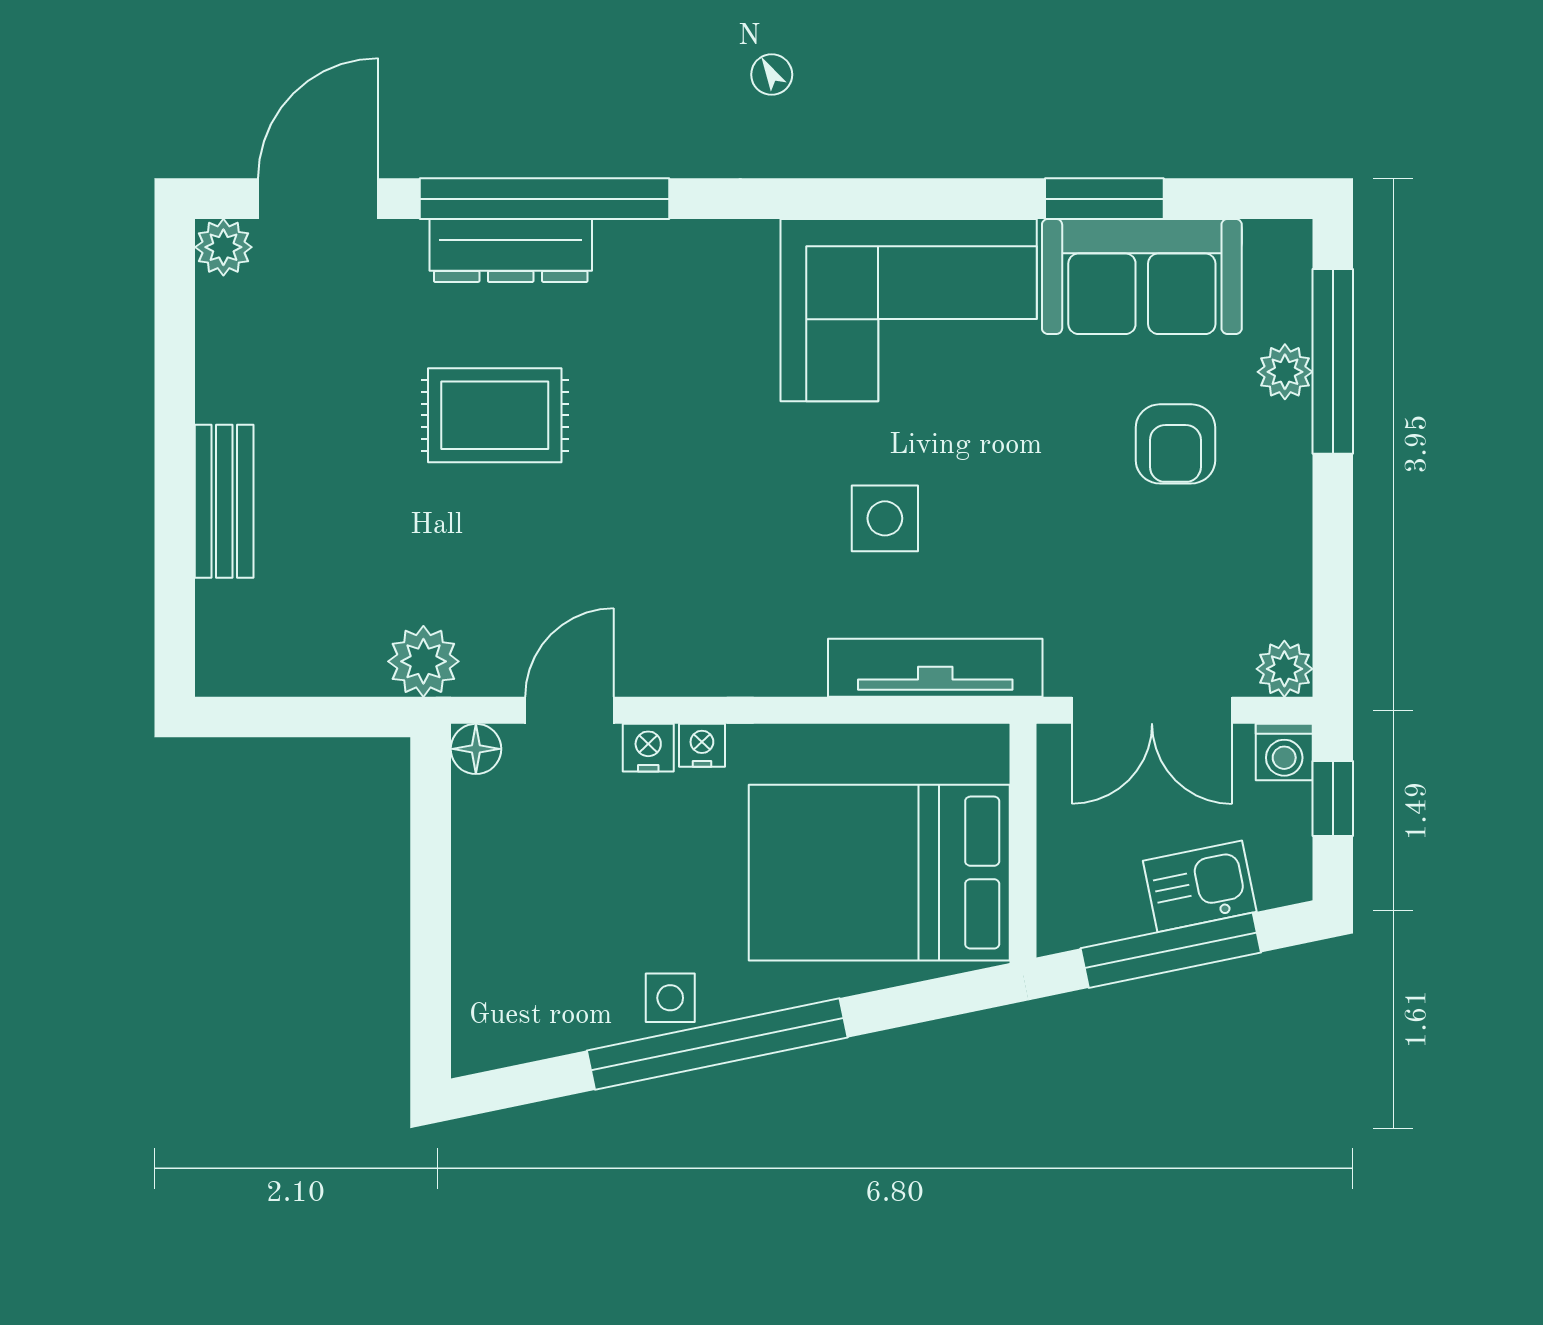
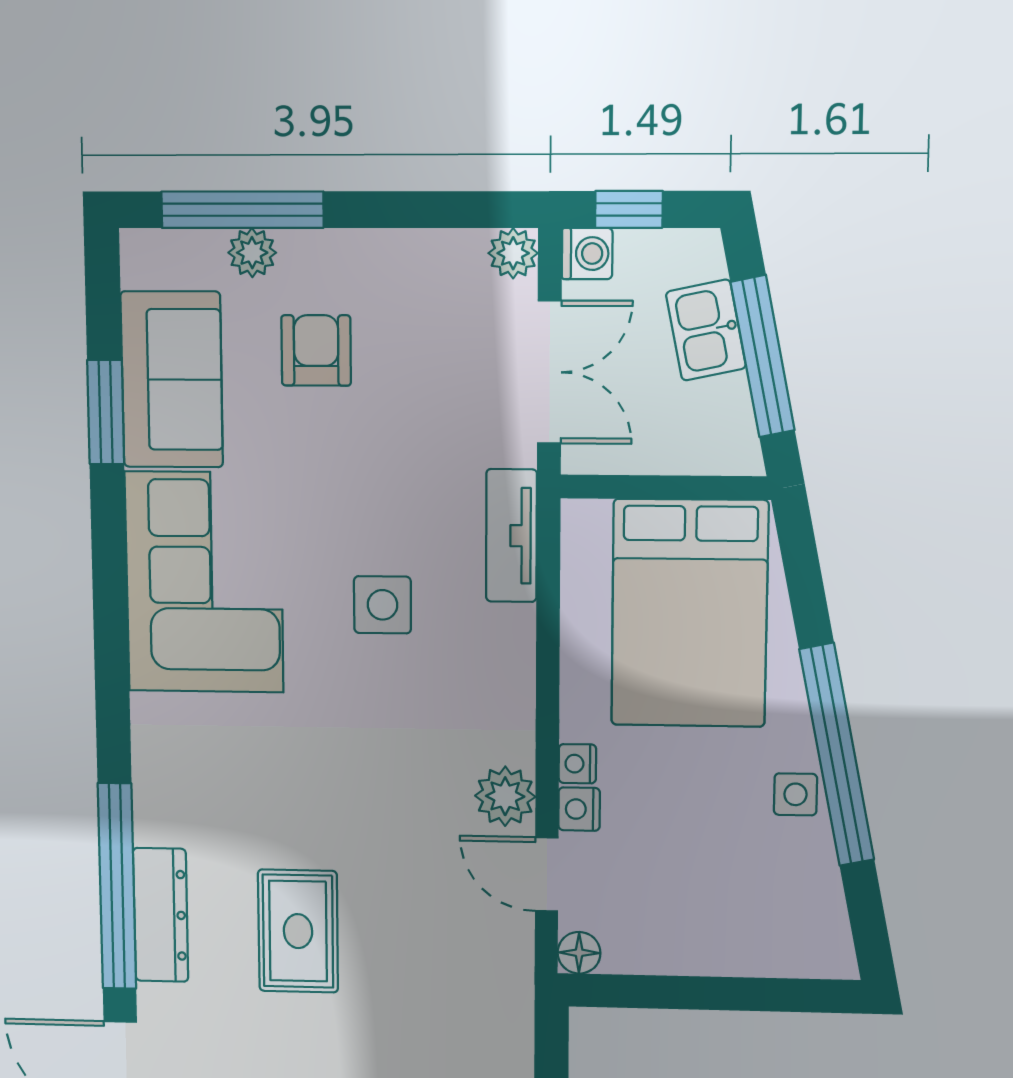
armchair: (1175, 444) -> (316, 350), turned -90
plant: (423, 661) -> (505, 796), moved
tv unit: (935, 668) -> (511, 536), width x0.71

